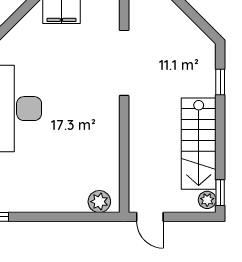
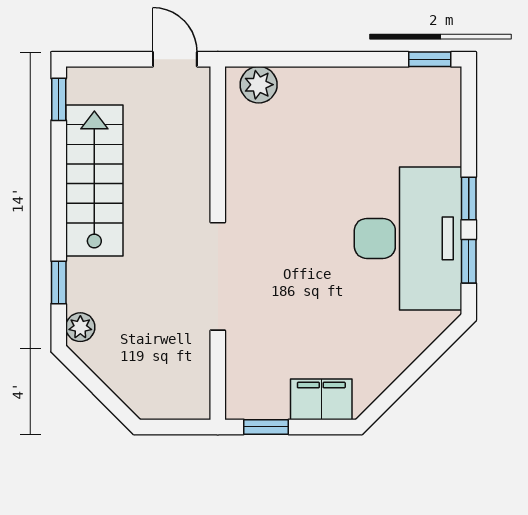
doorway: (124, 63) -> (218, 276), moved
plant: (207, 200) -> (80, 327), moved

